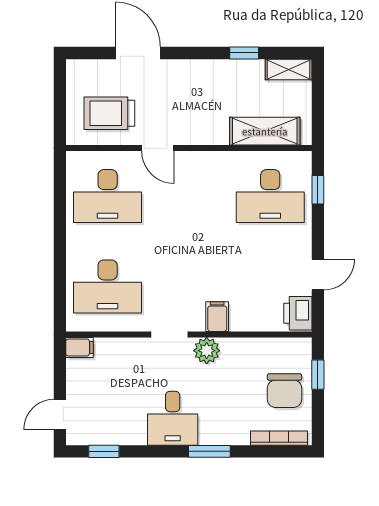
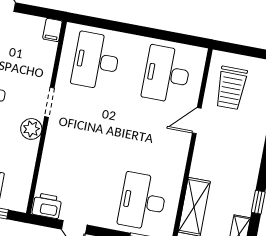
trolley: (109, 113) -> (231, 88), turned 180
filing cabinet: (217, 317) -> (56, 142), removed

